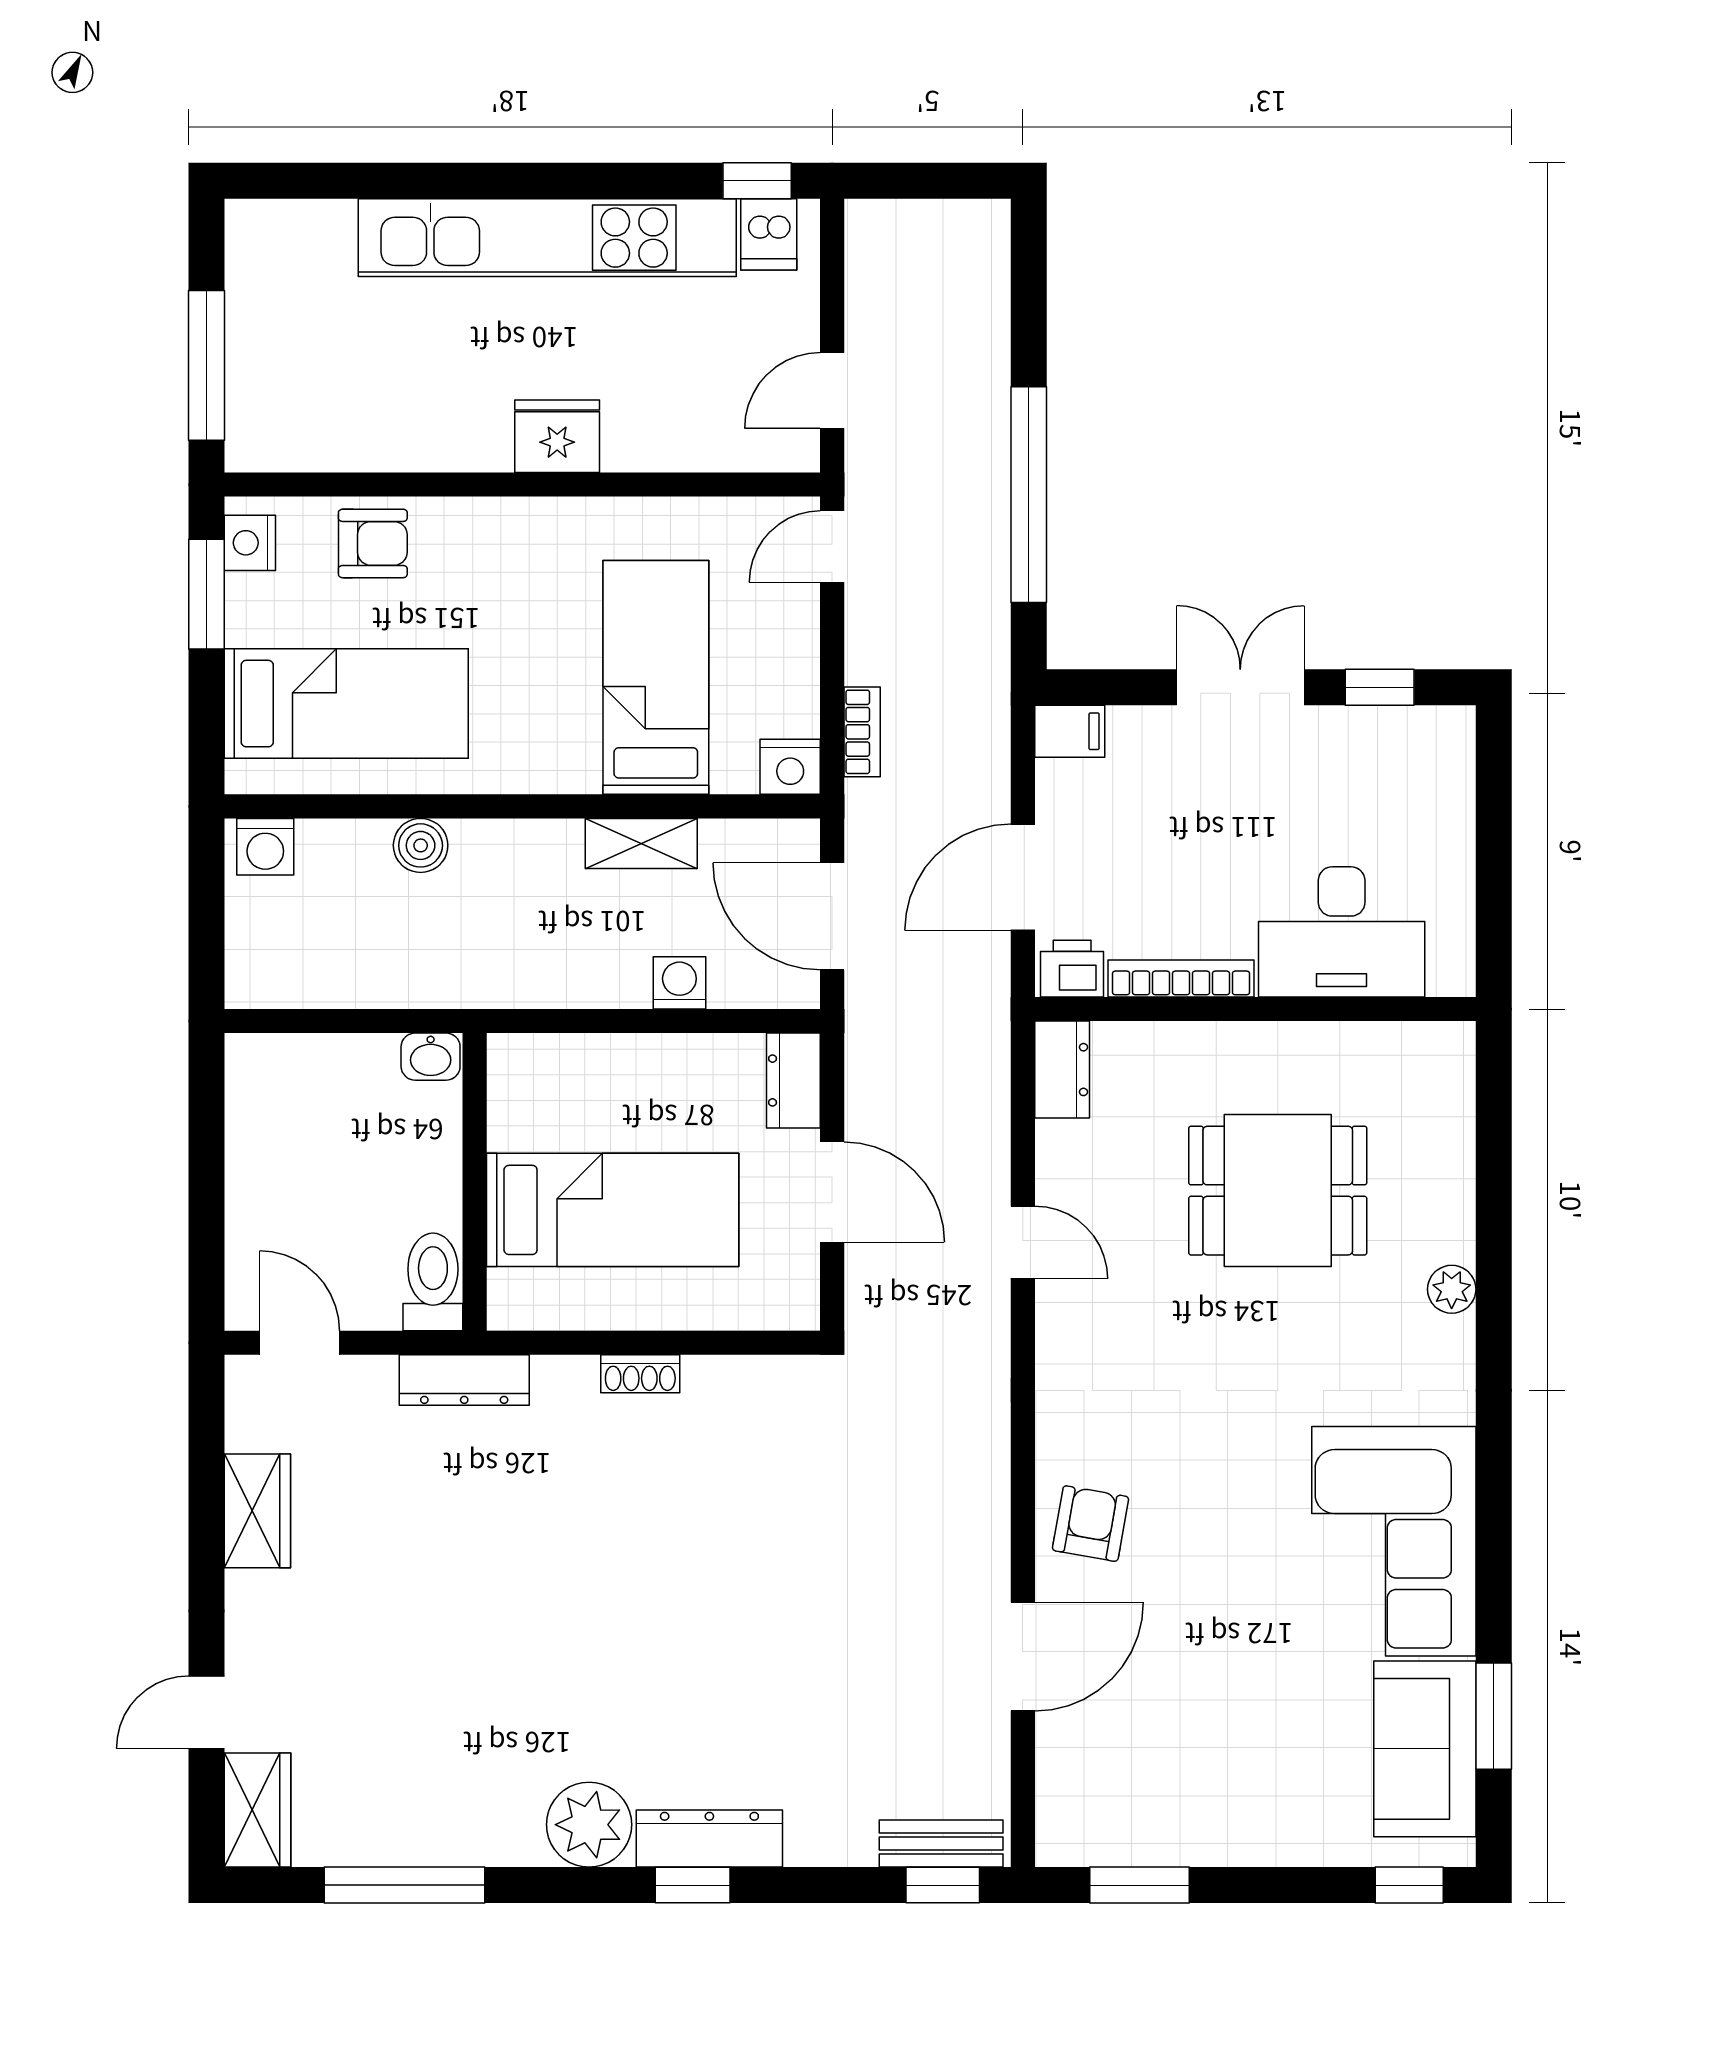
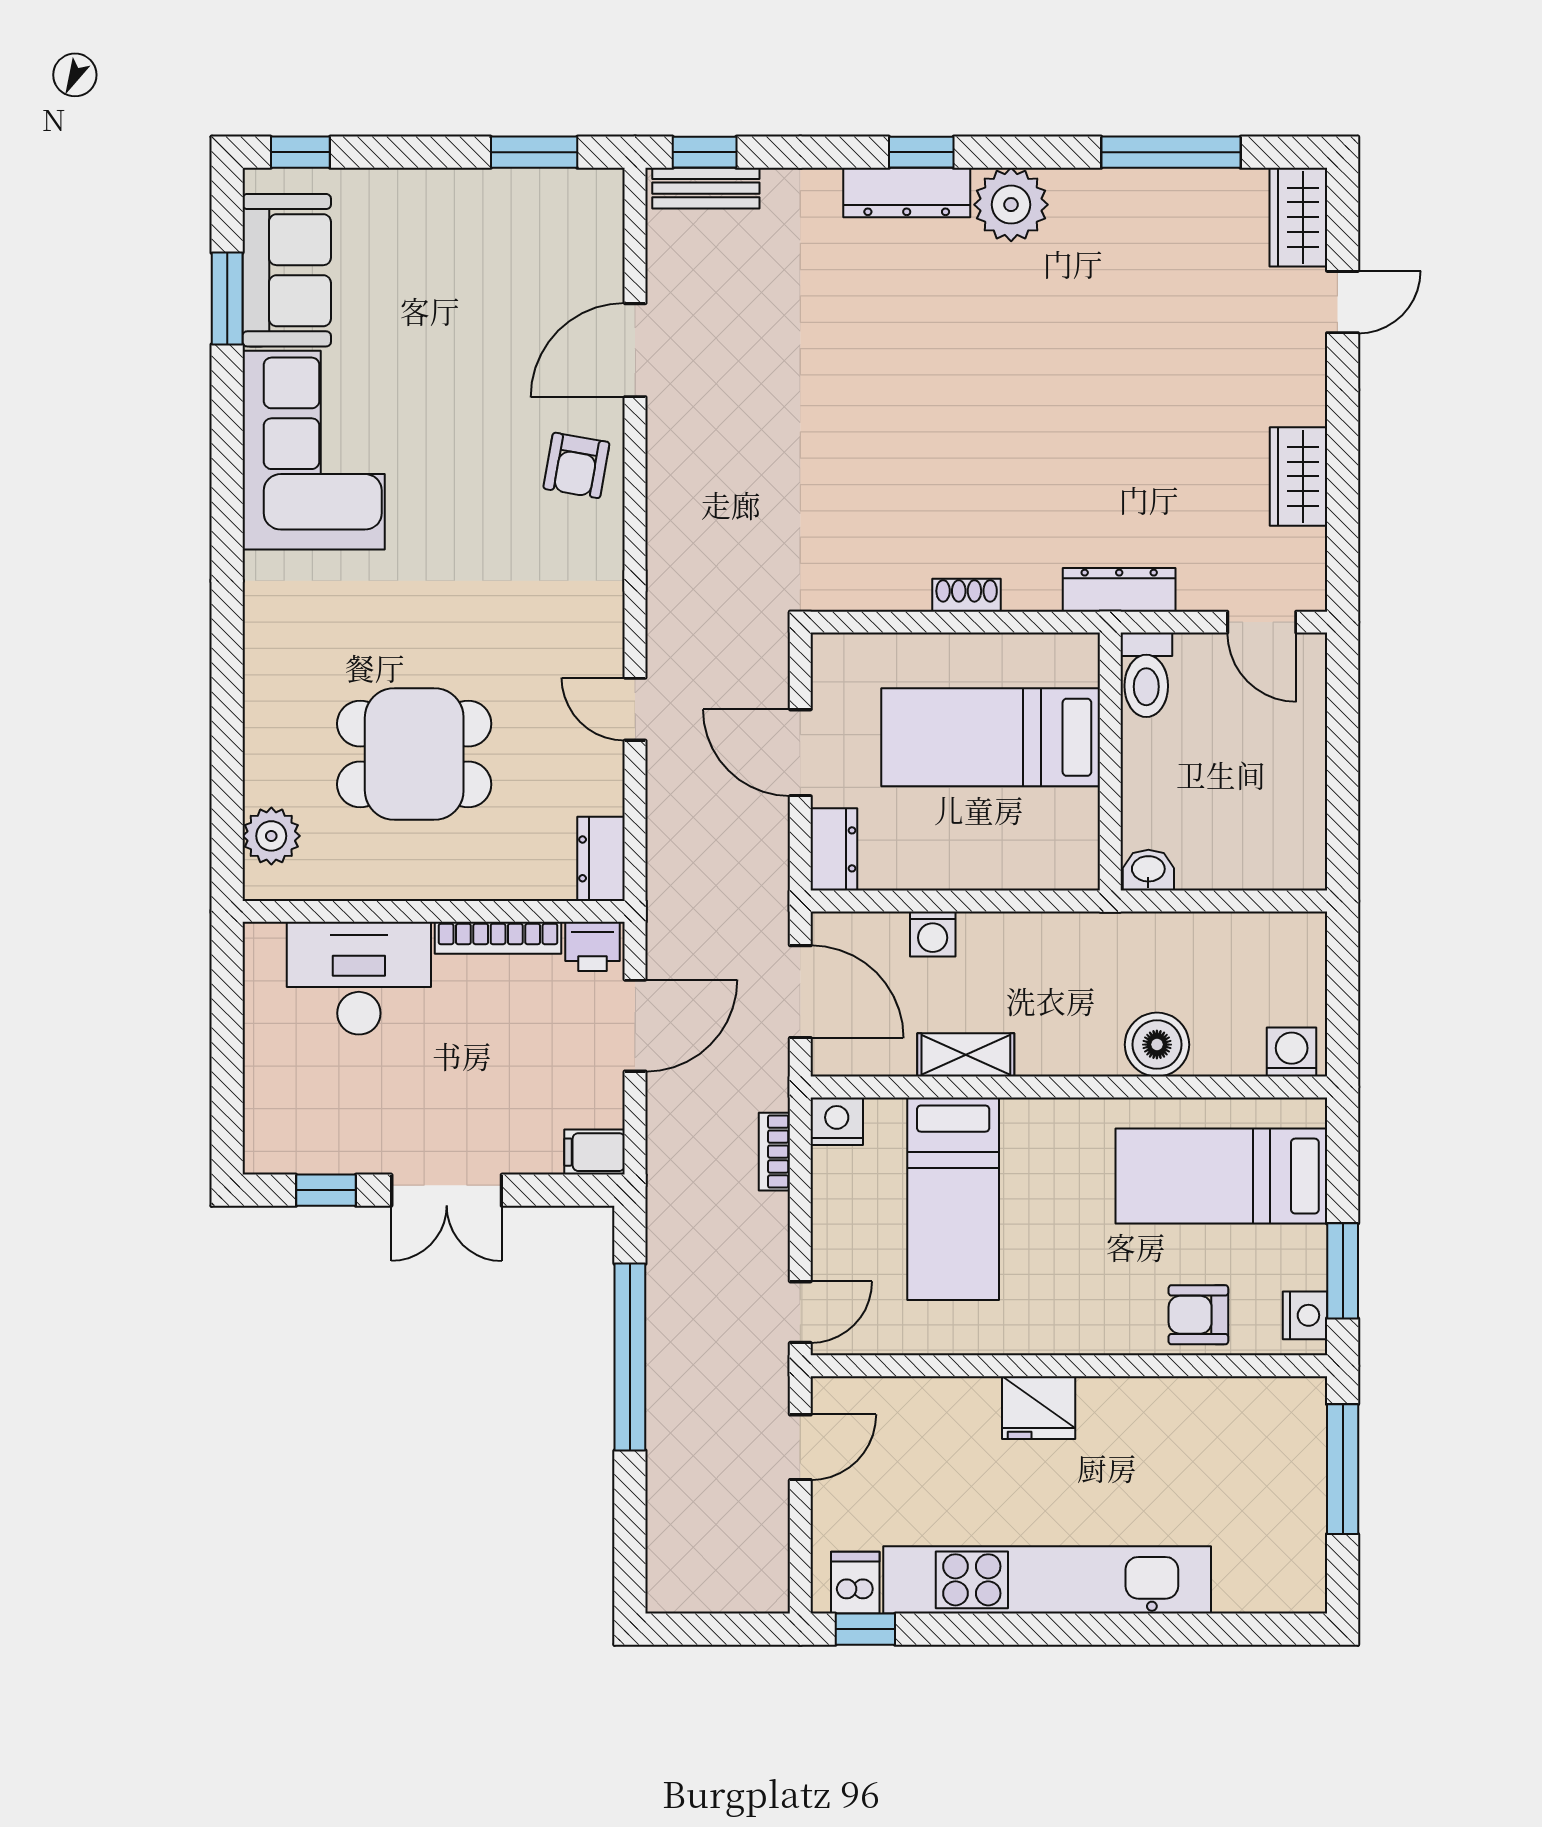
boiler: (421, 845) -> (1157, 1045), width x1.36, depth x1.36
plant: (1452, 1289) -> (271, 836), moved, width x1.38, depth x1.38

